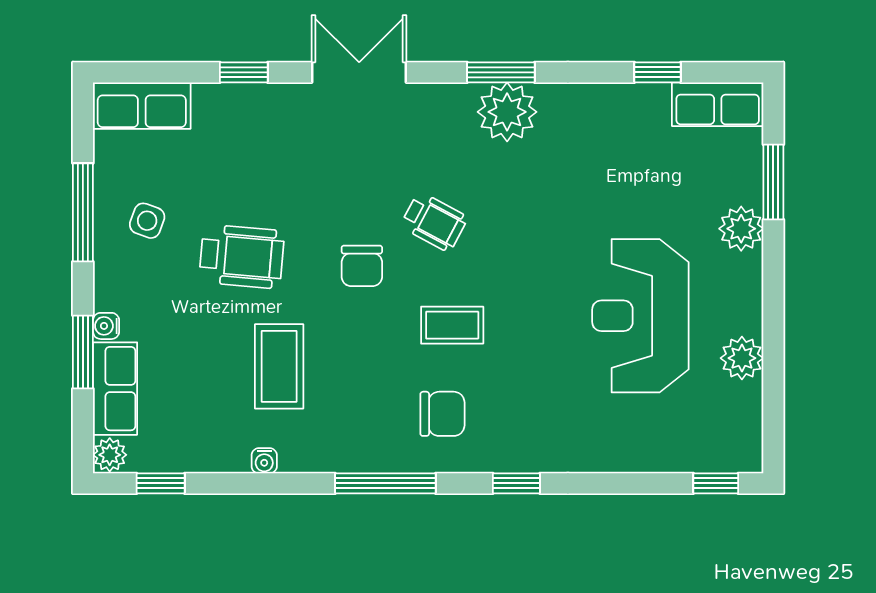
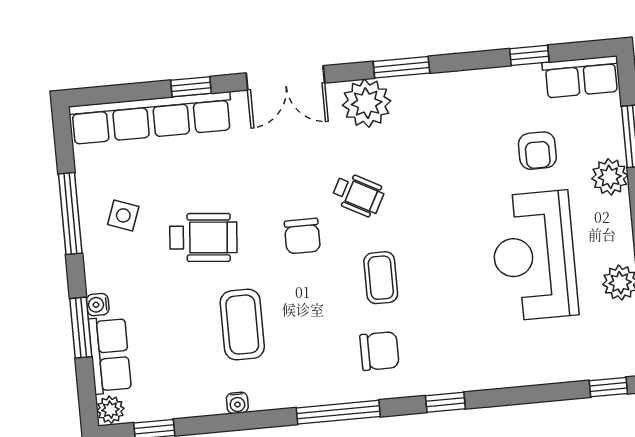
double door: (359, 72) -> (285, 78), swing flipped
row of seats: (142, 106) -> (151, 118), width x2.02
plant: (507, 112) -> (367, 103), moved
armchair: (656, 189) -> (537, 151), added
coffee table: (452, 325) -> (381, 278), turned 90

